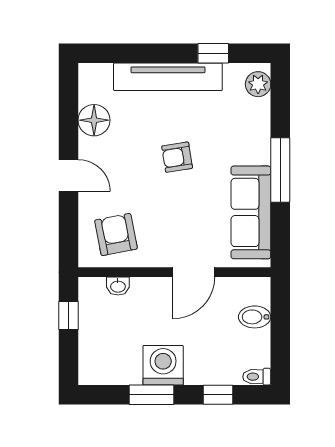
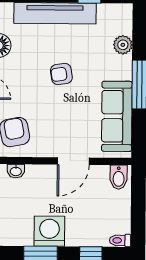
plant: (258, 84) -> (123, 45), moved
bidet: (255, 317) -> (119, 177), moved, turned -90

